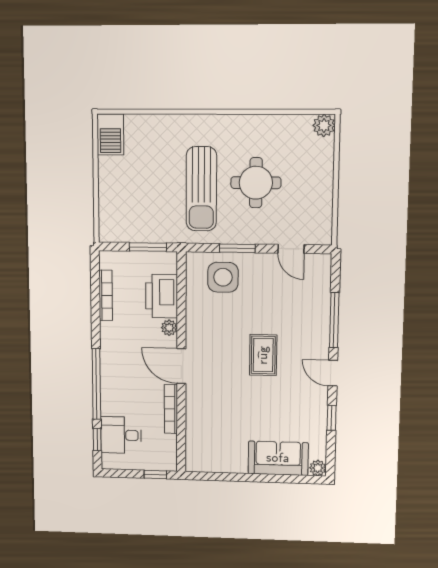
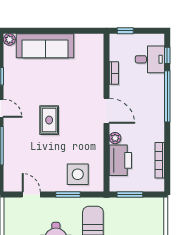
bookcase: (171, 409) -> (114, 73), width x0.64
sofa: (278, 458) -> (45, 46), width x1.36

